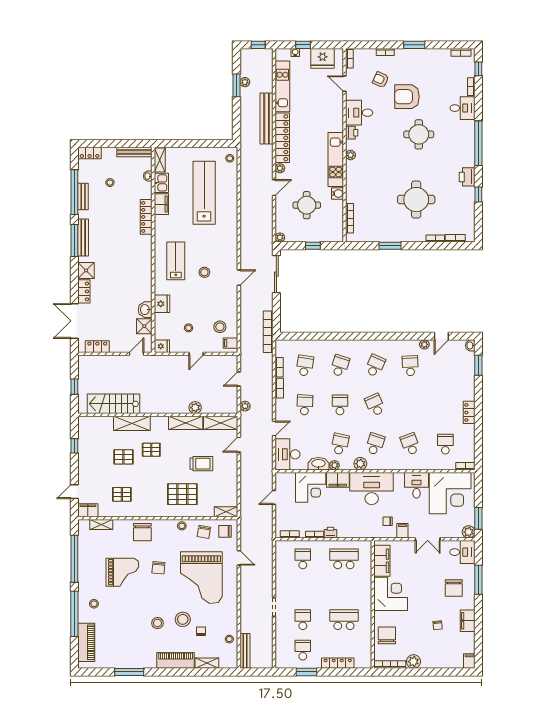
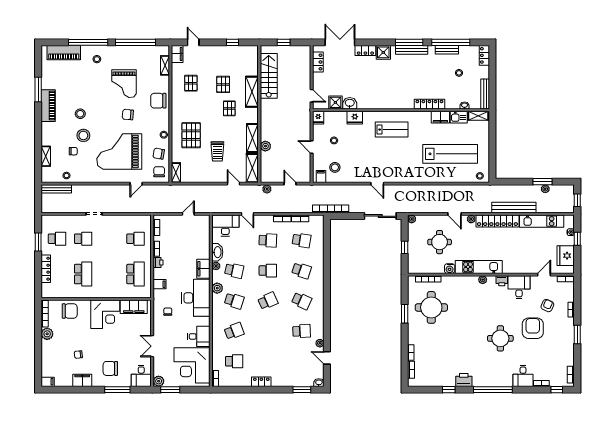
round table: (416, 200) -> (431, 307), moved
stool: (204, 272) -> (382, 154), removed
corner desk: (311, 487) -> (197, 245), removed
door: (274, 497) -> (188, 214), hinge flipped
filing cabinet: (402, 531) -> (160, 284), moved
piano: (176, 660) -> (48, 106), moved

